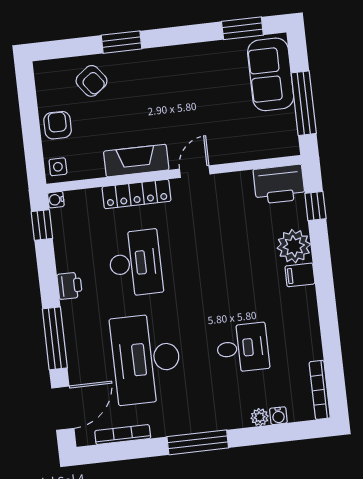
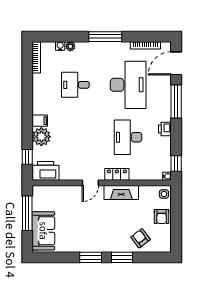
window: (242, 28) -> (91, 257), moved
locker: (136, 194) -> (117, 174), width x0.66

